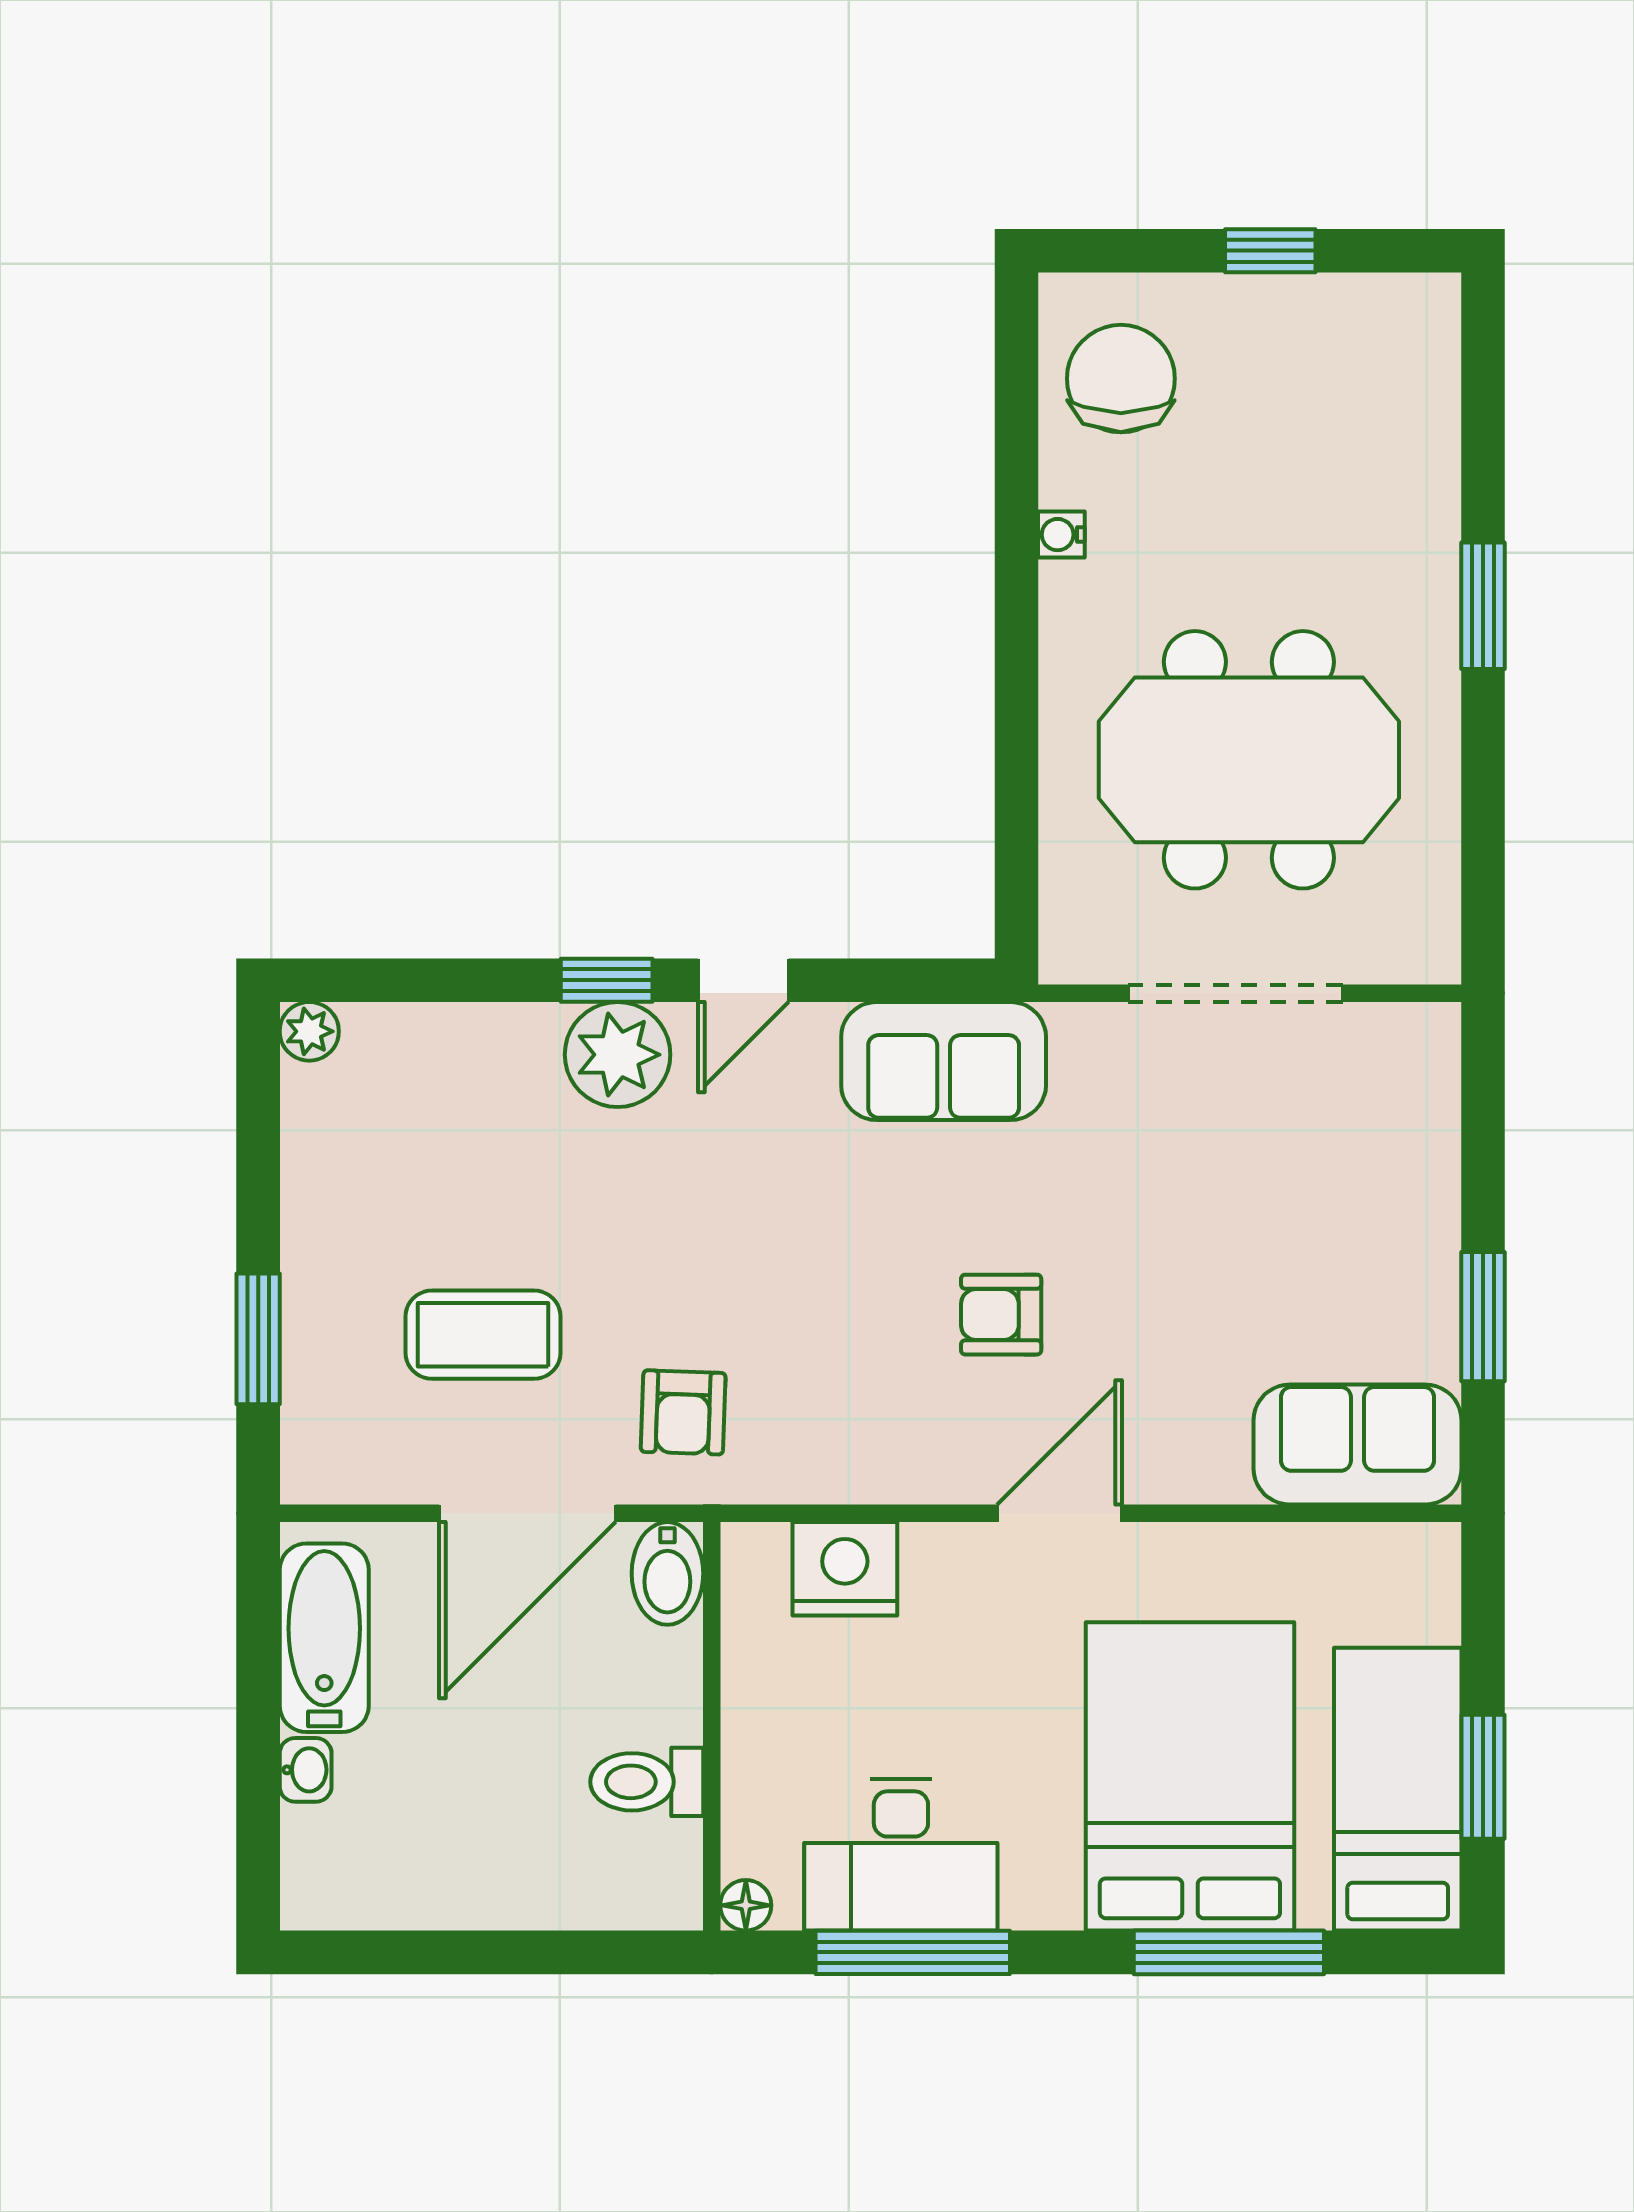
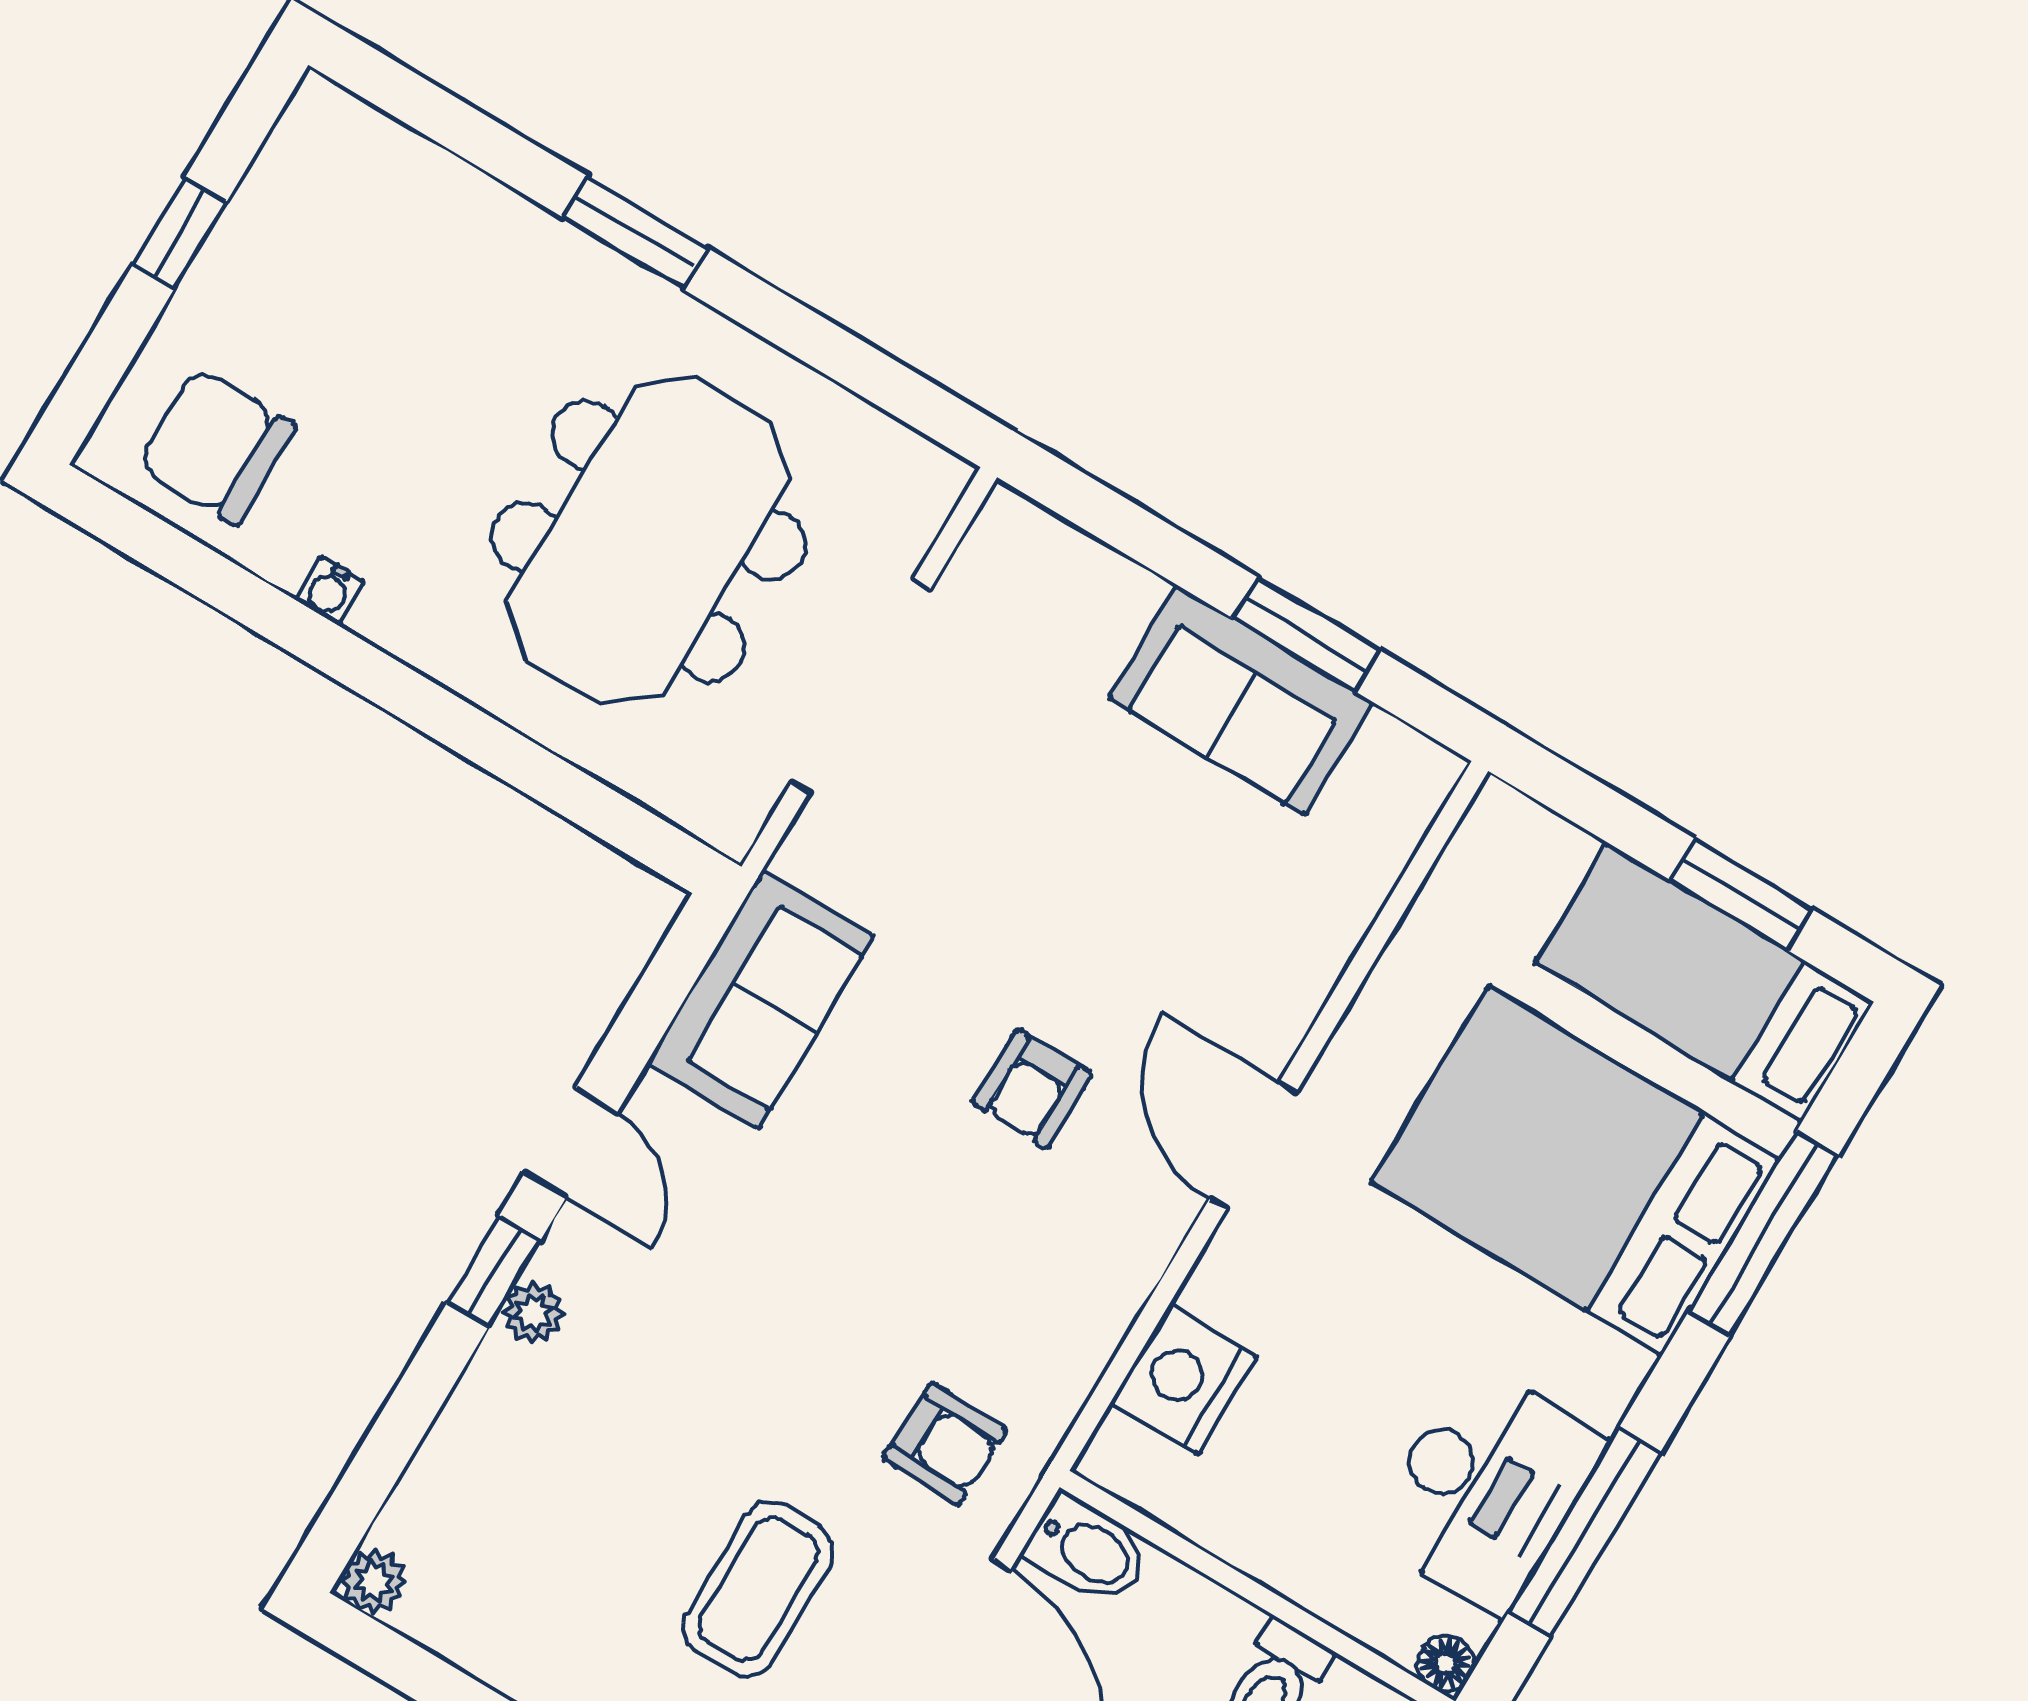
plant: (618, 1055) -> (533, 1313), width x0.53, depth x0.53
sofa: (1358, 1445) -> (1241, 700), moved, turned -90

